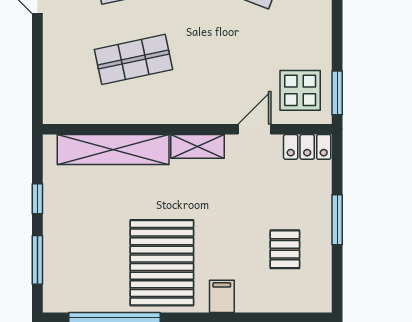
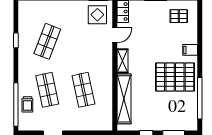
door: (255, 129) -> (115, 35), swing flipped
pallet: (285, 249) -> (179, 16), moved

